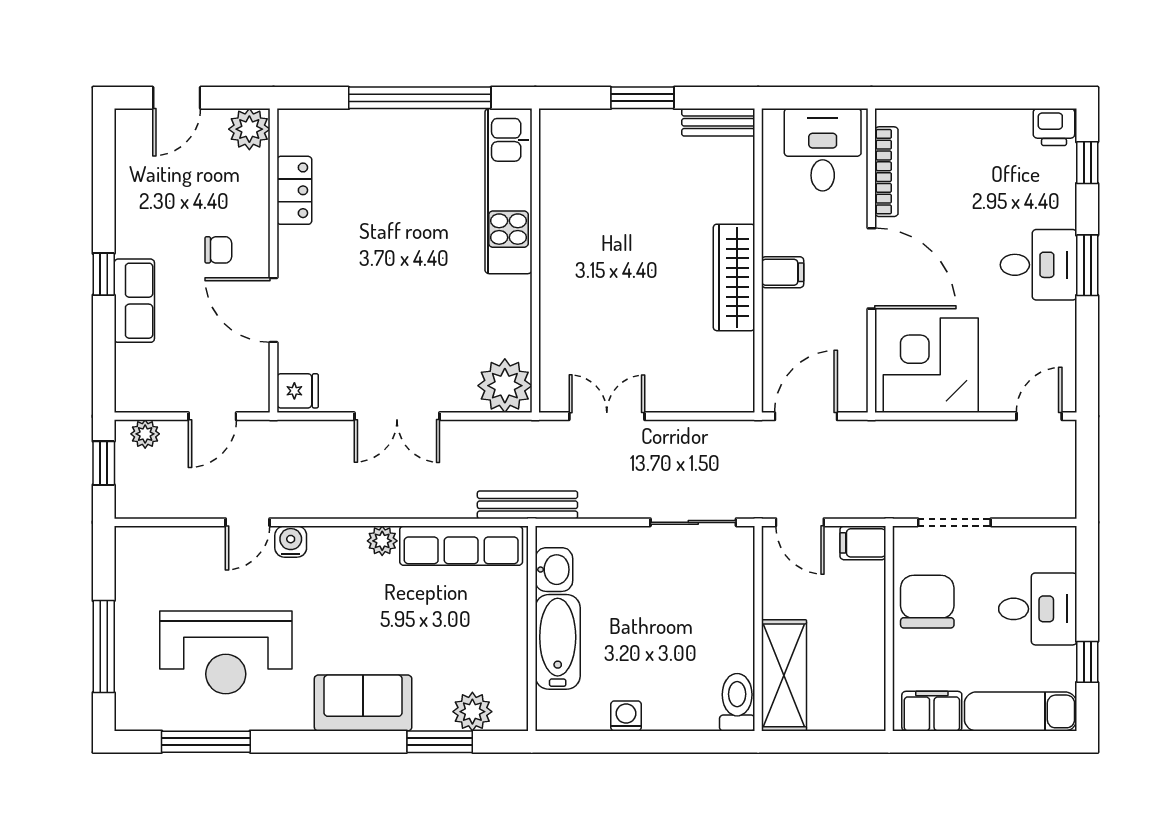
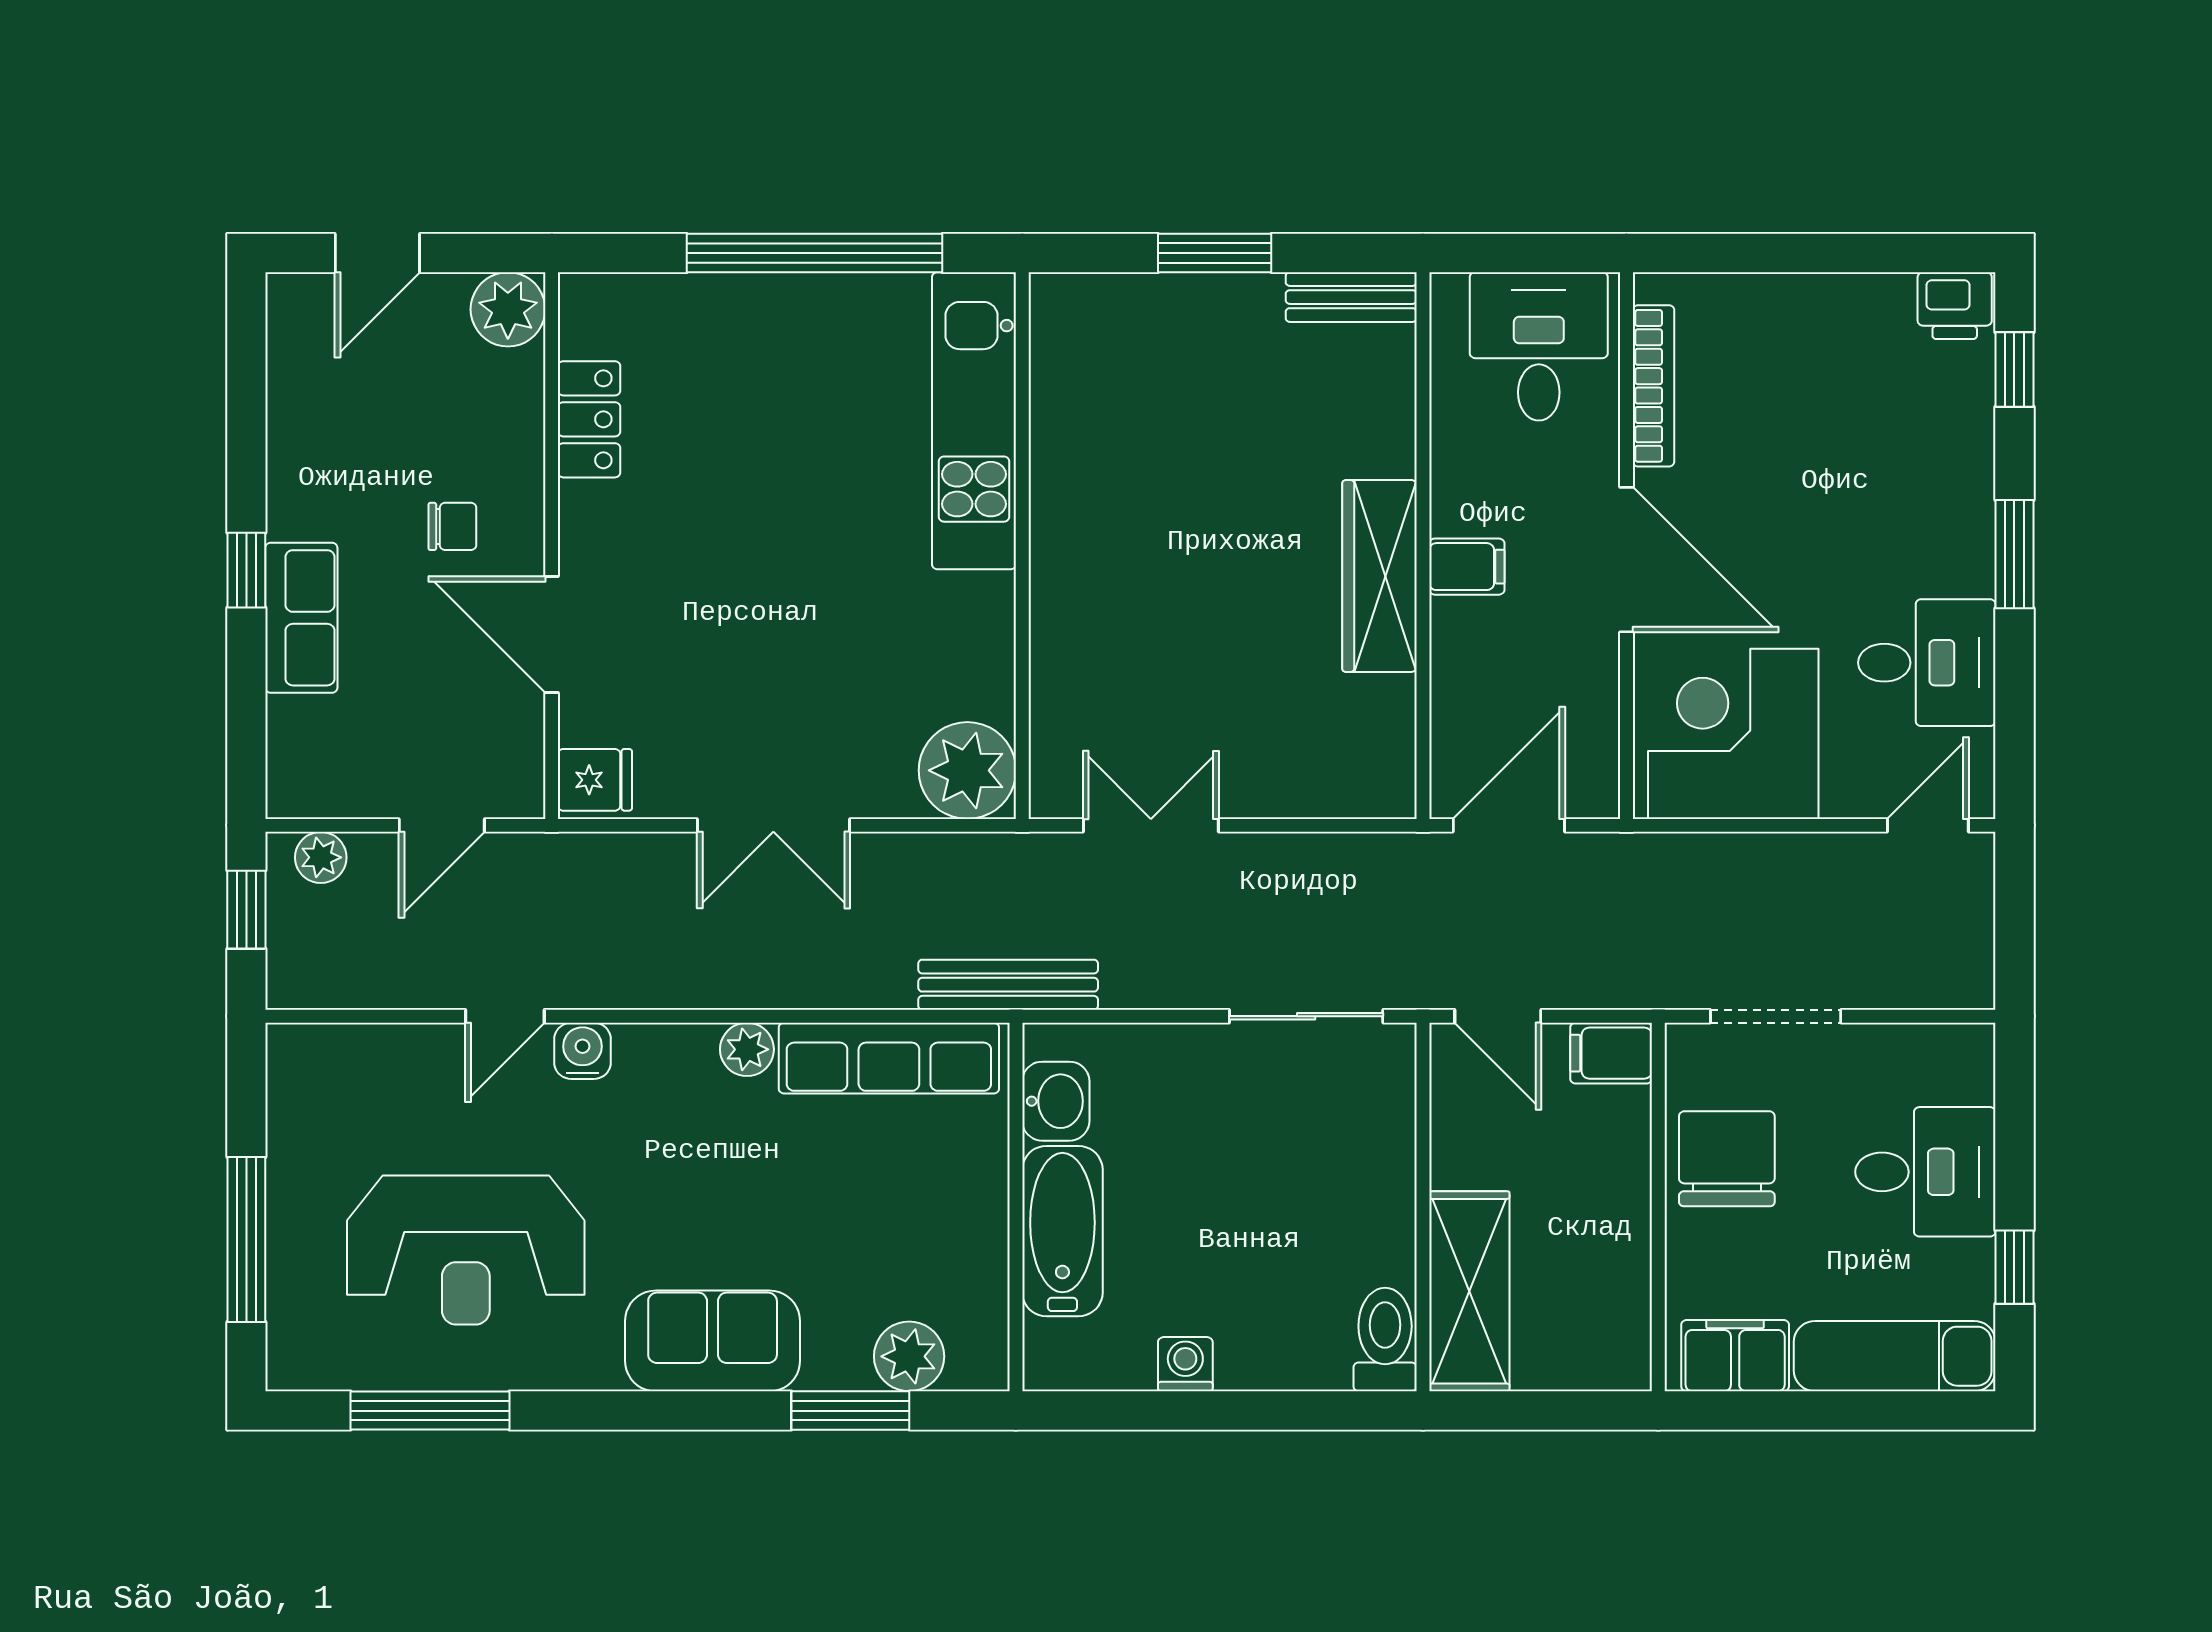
desk: (1038, 265) -> (1927, 663), moved

